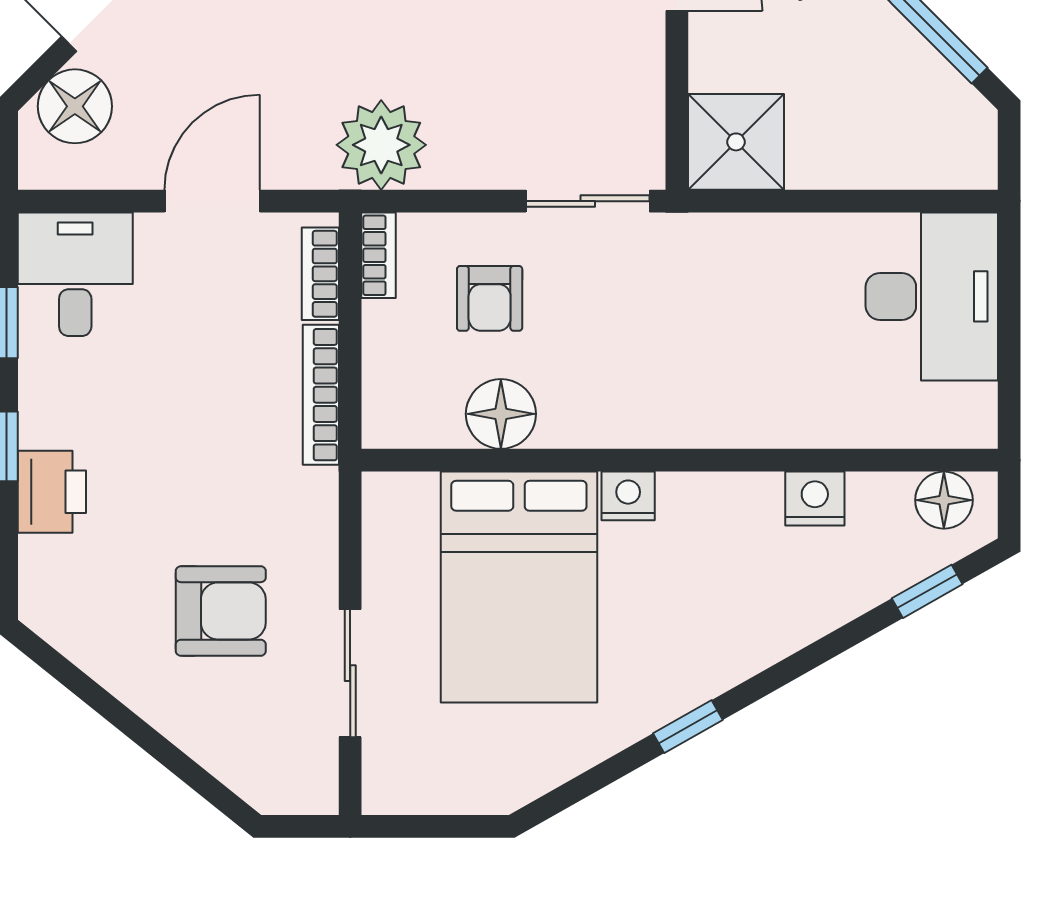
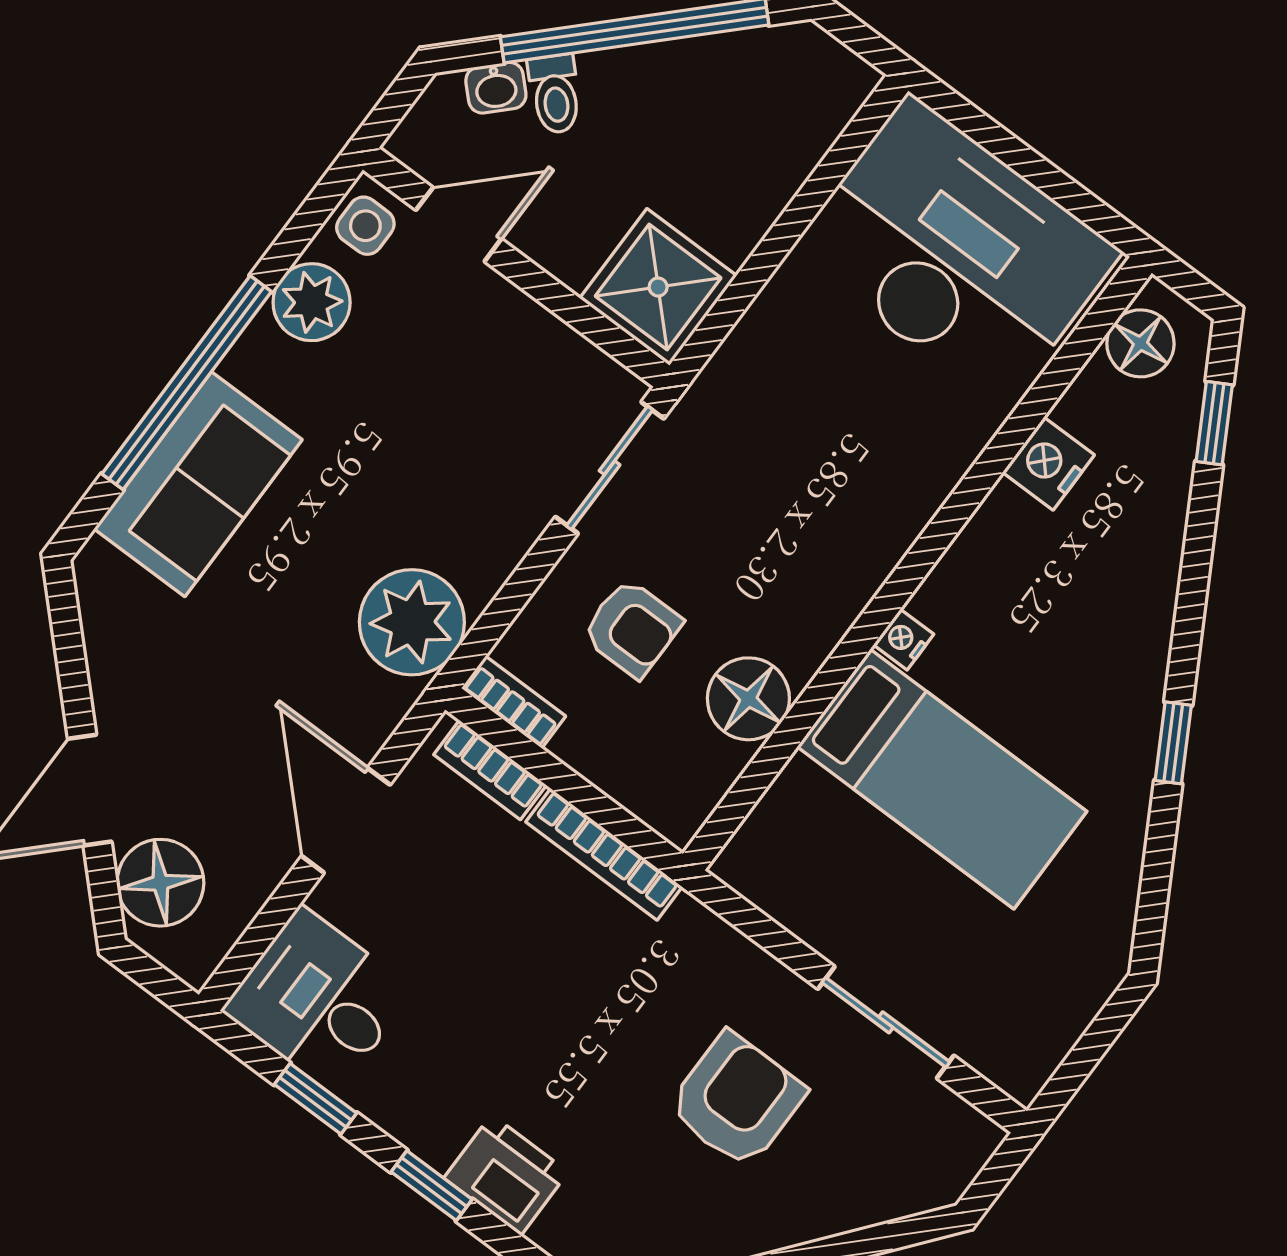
desk: (932, 296) -> (956, 252), width x1.36, depth x1.30
nightstand: (628, 496) -> (903, 639), width x0.72, depth x0.74
bed: (519, 587) -> (942, 779), width x0.67

